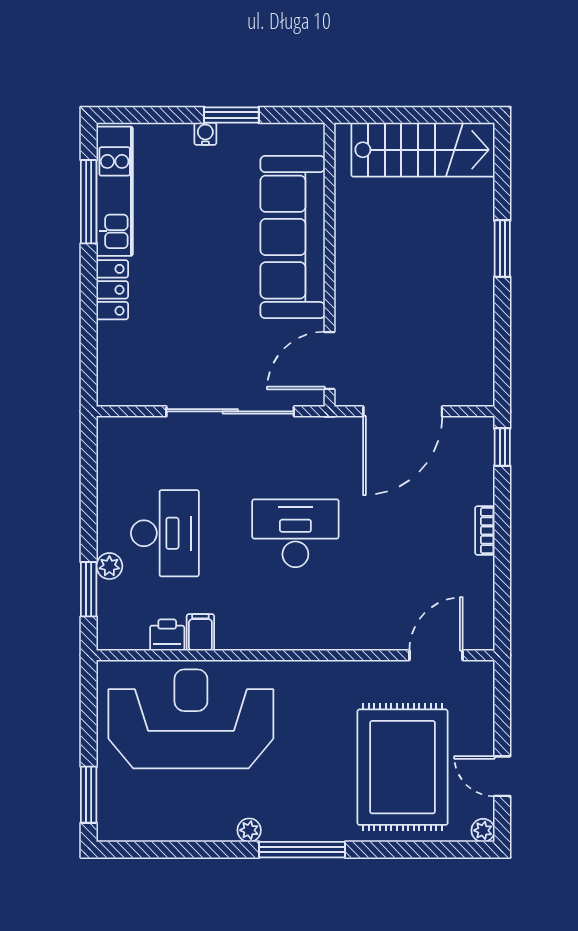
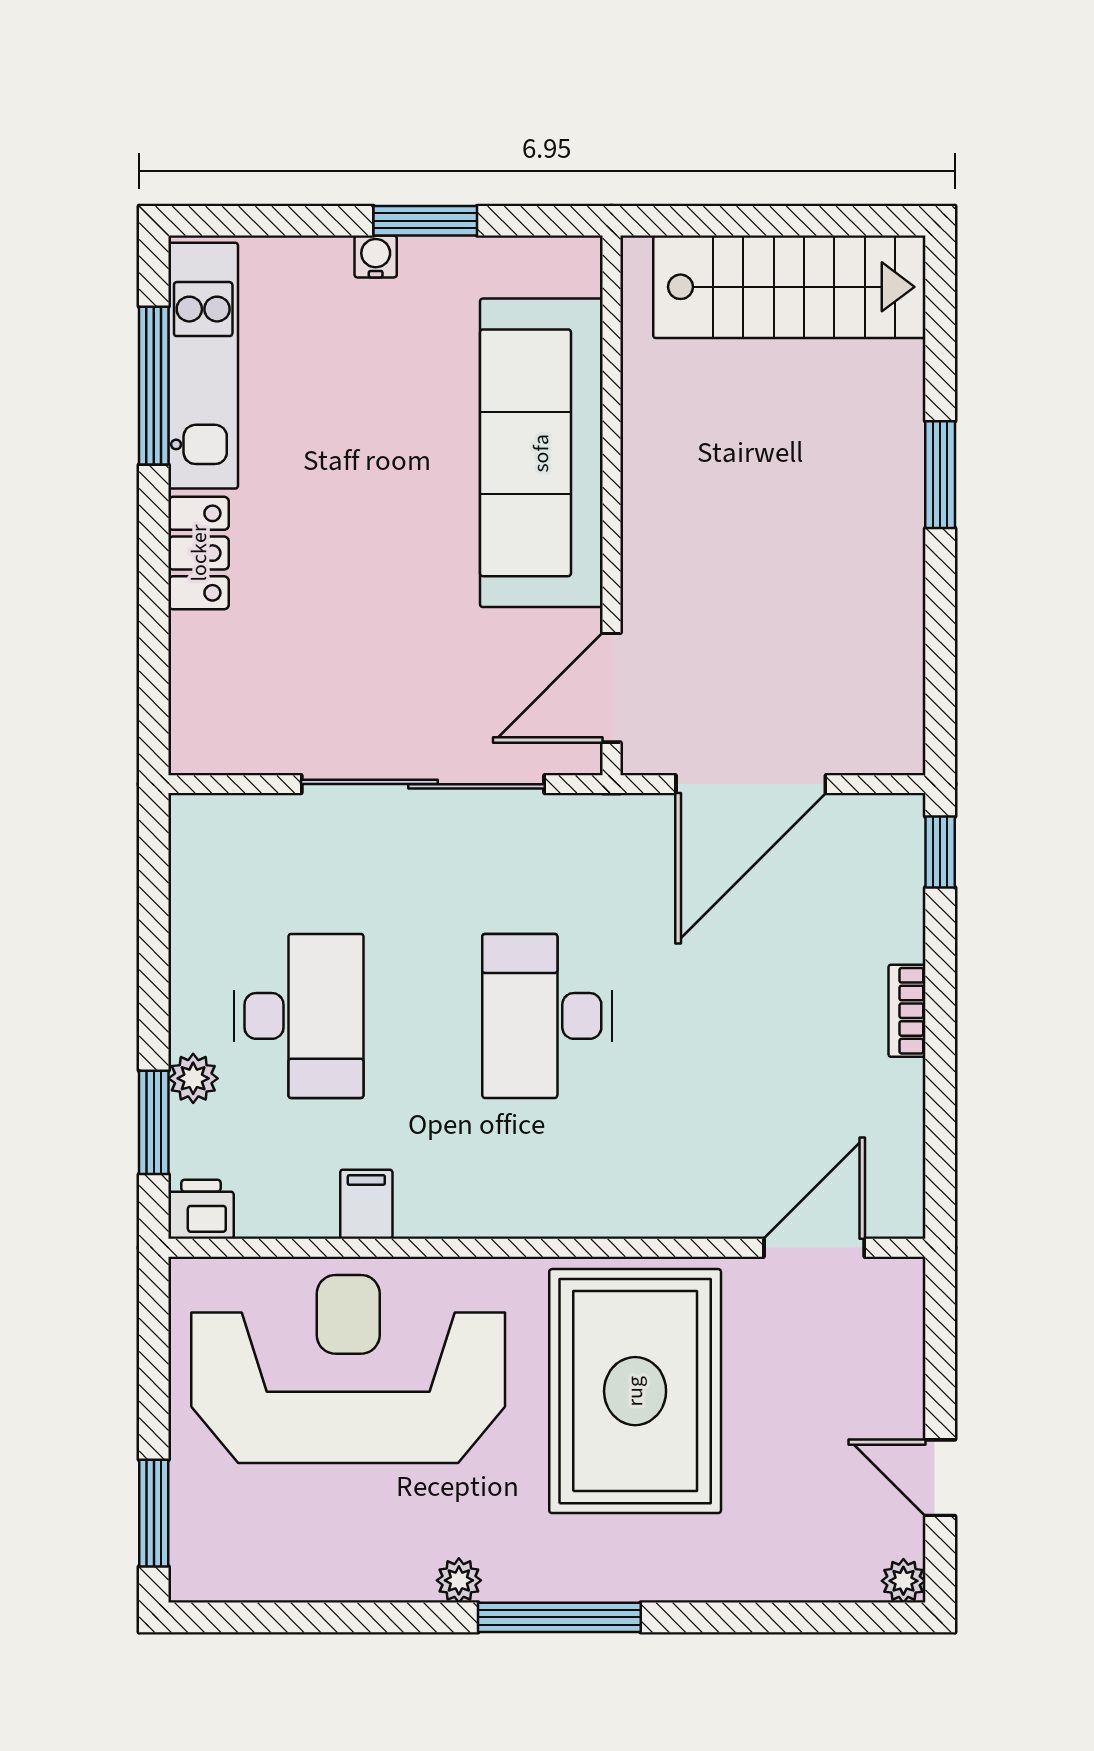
desk: (295, 533) -> (547, 1016), turned -90
printer: (167, 635) -> (201, 1209), moved
rug: (403, 767) -> (635, 1391), moved

